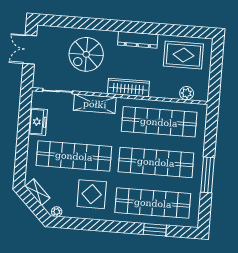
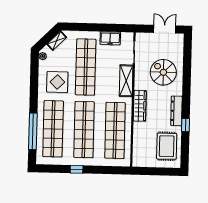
window: (157, 29) -> (185, 125), added
plant: (187, 93) -> (138, 150), removed
window: (208, 175) -> (77, 169), width x0.46
window: (155, 230) -> (33, 131), width x2.11

